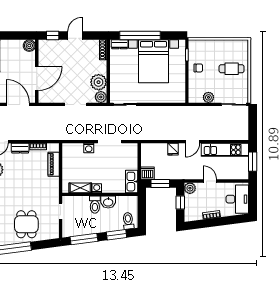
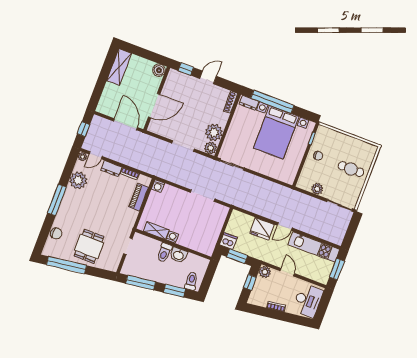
washing machine: (89, 148) -> (158, 186), moved
fridge: (173, 149) -> (262, 229), width x1.88, depth x1.34
kitchen sink: (132, 182) -> (210, 243), removed

